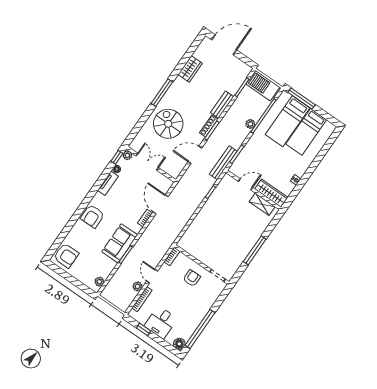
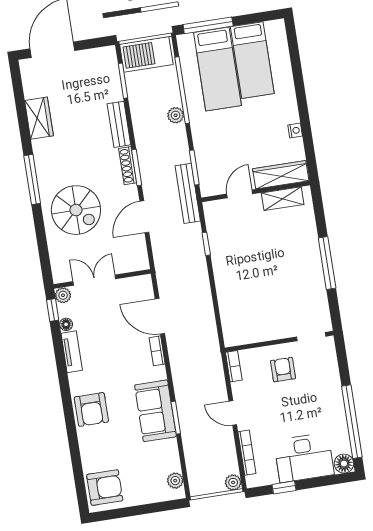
spiral stairs: (168, 124) -> (76, 210), turned 180
plant: (137, 286) -> (233, 482), moved
desk: (161, 322) -> (304, 458), width x1.37

